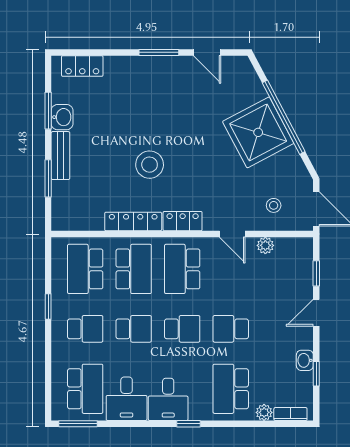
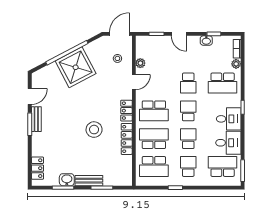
bench: (168, 64) -> (36, 119), added

